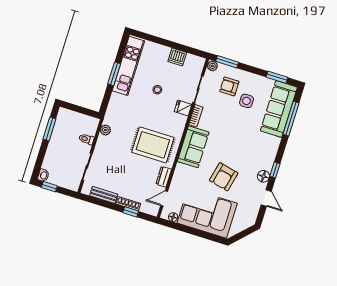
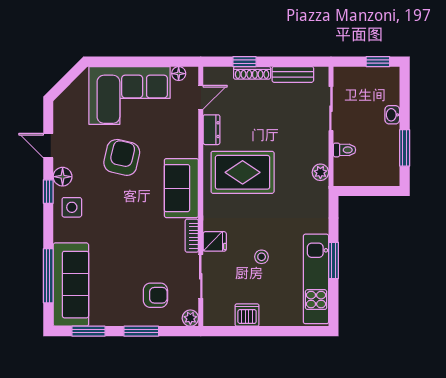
window: (227, 62) -> (141, 331), moved
side table: (246, 101) -> (72, 207), moved
washbasin: (43, 175) -> (392, 115), moved

